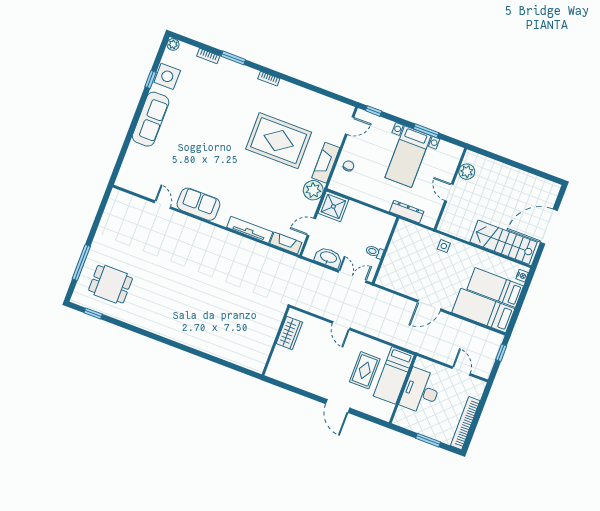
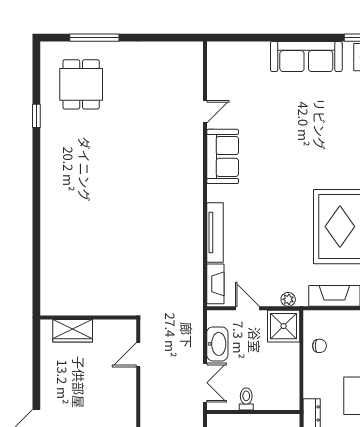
chair: (348, 166) -> (320, 346), moved
plant: (313, 190) -> (288, 299), width x0.53, depth x0.53
window: (93, 313) -> (36, 116), moved
door: (341, 326) -> (138, 355), moved
wardrobe: (289, 333) -> (73, 331), moved

